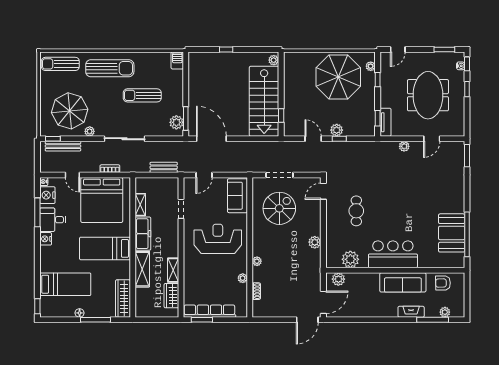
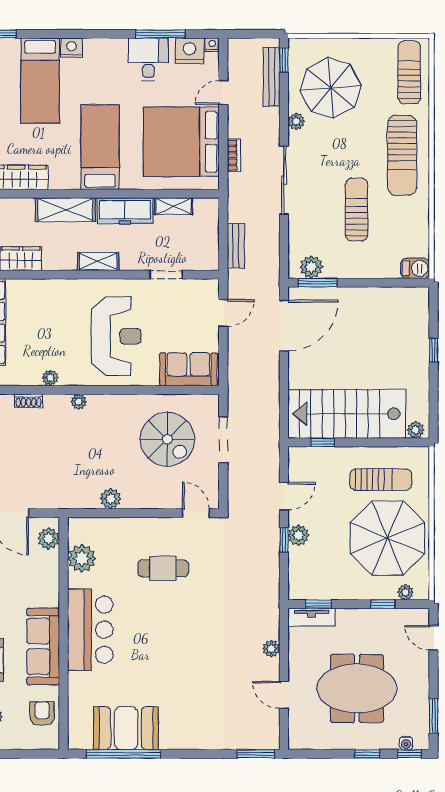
sun lounger: (303, 81) -> (381, 480), added
door: (204, 175) -> (223, 313), swing flipped
nightstand: (46, 239) -> (72, 48), moved
shelving: (173, 270) -> (98, 261), moved

